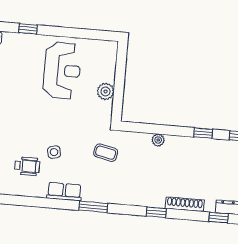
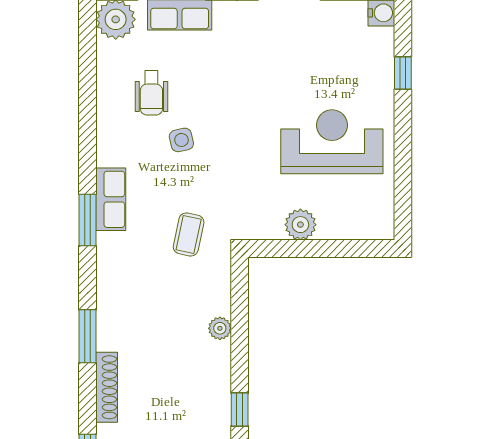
reception desk: (62, 70) -> (332, 142), turned 180
row of seats: (64, 192) -> (111, 199), moved
window: (156, 212) -> (87, 336), width x1.50

